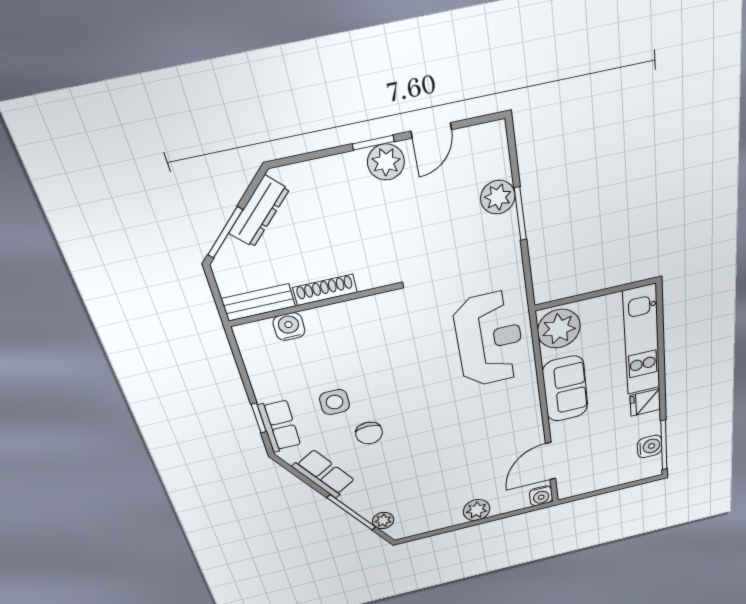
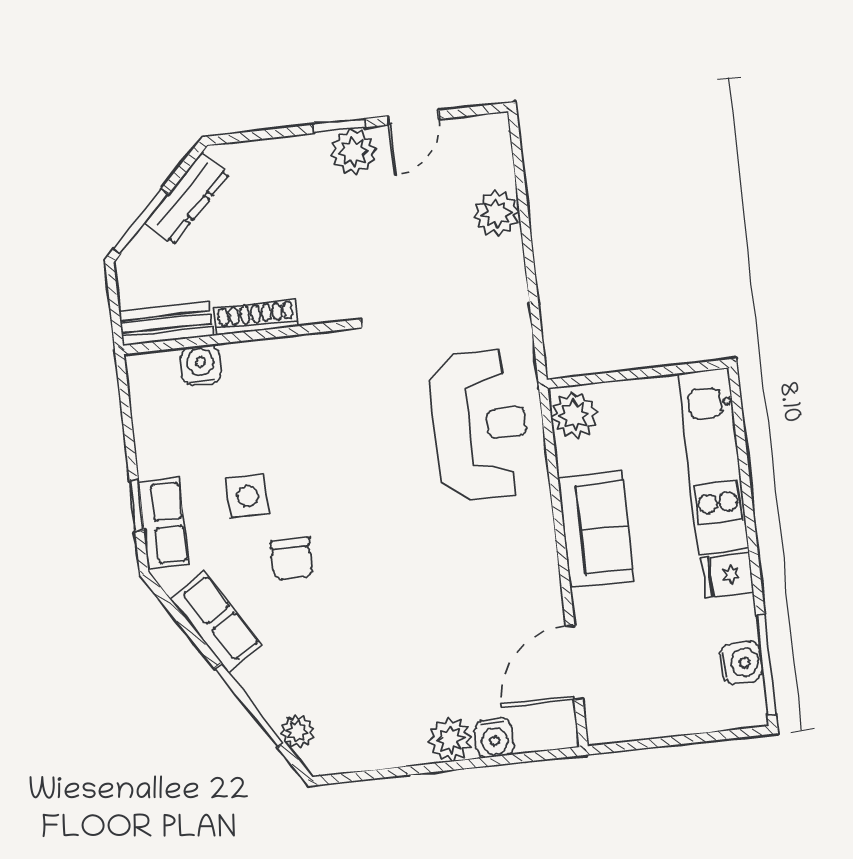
window: (520, 214) -> (527, 240), removed
plant: (559, 329) -> (574, 415), width x0.73, depth x0.73
water cooler: (541, 496) -> (494, 738), moved

